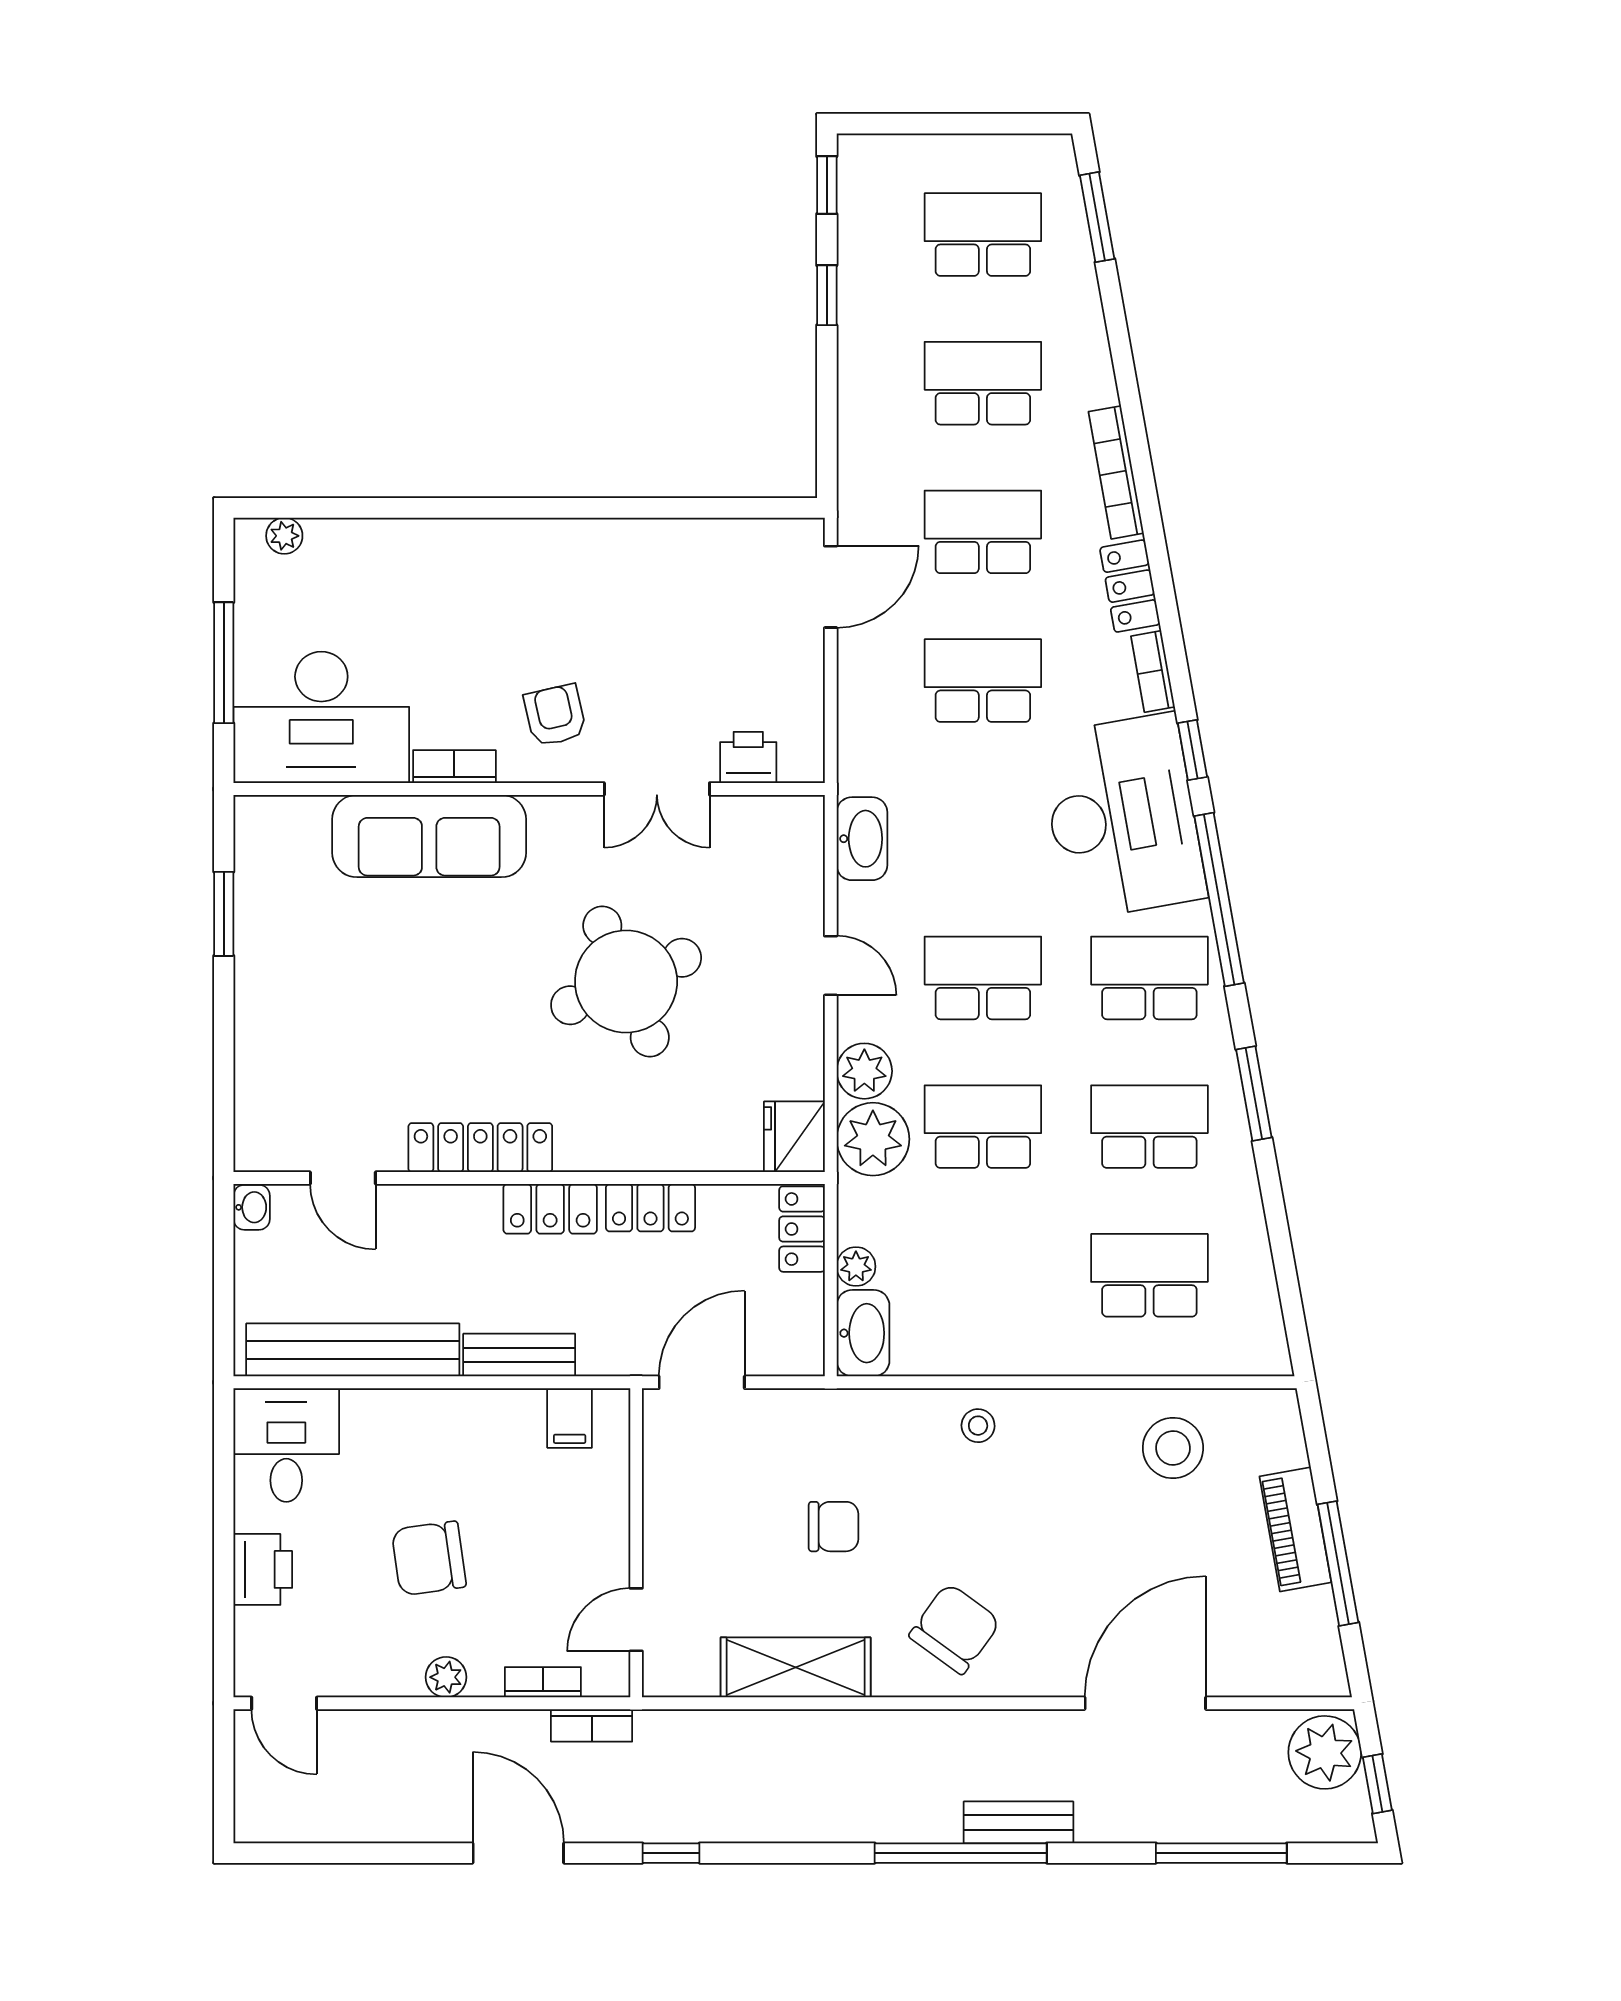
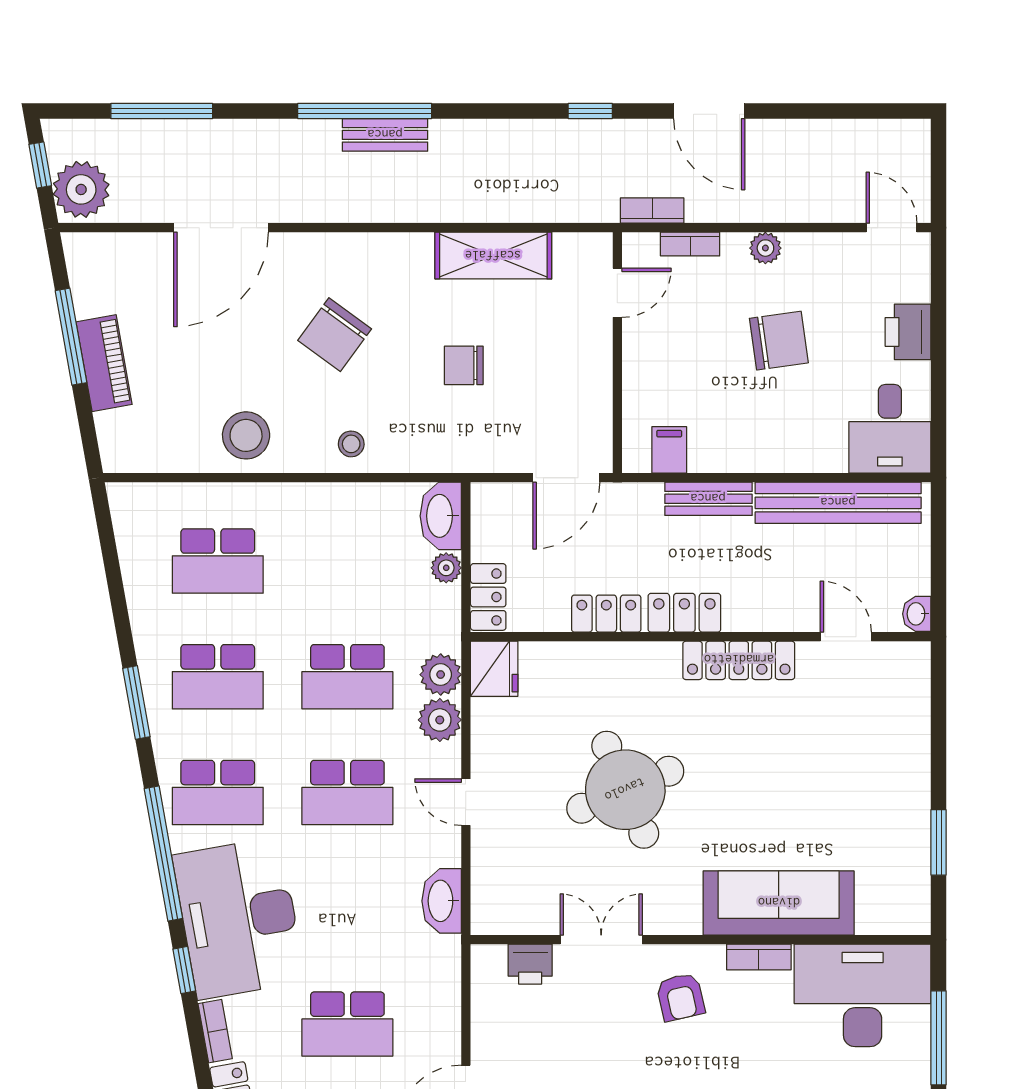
plant: (873, 1139) -> (441, 675), width x0.73, depth x0.73
stool: (1173, 1448) -> (246, 435), moved
chair: (955, 1629) -> (335, 335), moved
bench: (1018, 1822) -> (385, 135), moved

